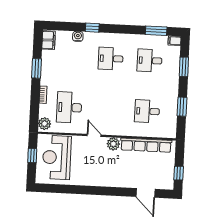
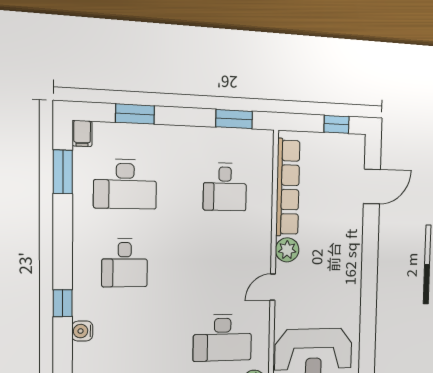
desk: (150, 61) -> (125, 184), width x1.37
window: (182, 107) -> (234, 119), moved

